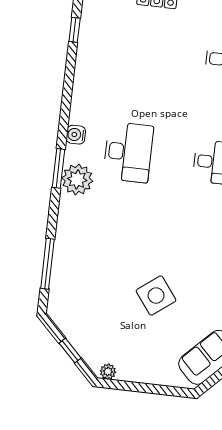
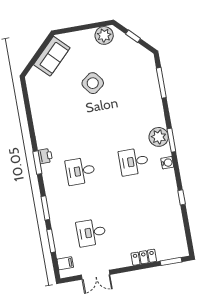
window: (75, 30) -> (182, 197), moved
desk: (128, 152) -> (134, 162), width x0.73
plant: (108, 372) -> (104, 35), width x1.88, depth x1.88

